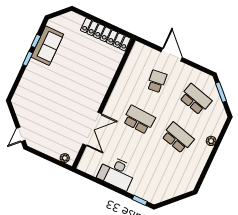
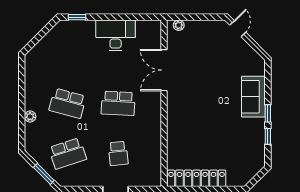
sofa: (47, 46) -> (253, 97), moved
school desk: (196, 99) -> (68, 153), turned -33

